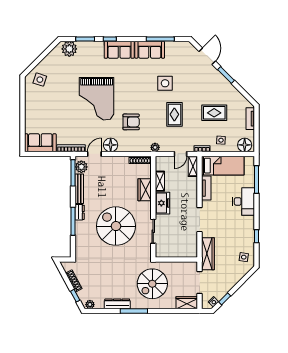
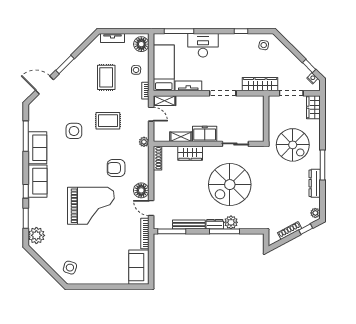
armchair: (131, 122) -> (116, 168), turned -90
plant: (81, 167) -> (231, 222), moved

